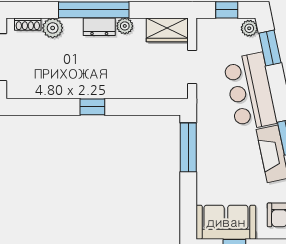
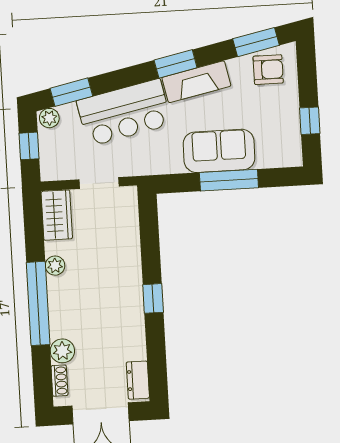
dresser: (99, 27) -> (138, 380), moved, turned 180
window: (188, 147) -> (229, 180), moved
sofa: (226, 222) -> (219, 151), moved, turned 90

